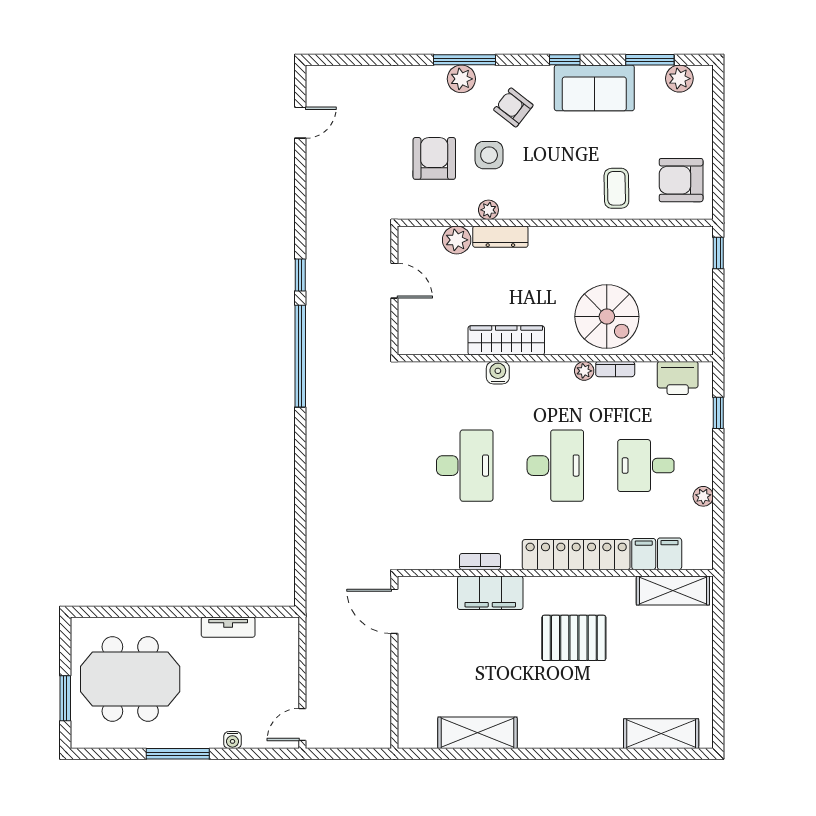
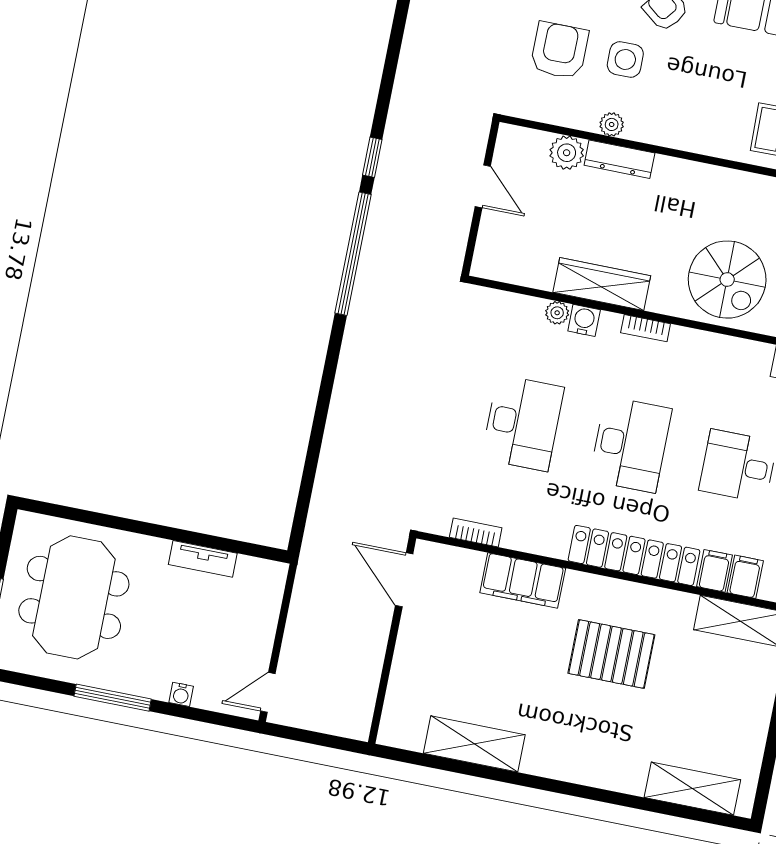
bookcase: (615, 369) -> (646, 328), moved
plant: (584, 371) -> (557, 313), moved
bookcase: (480, 562) -> (476, 532), moved
meeting table: (130, 679) -> (74, 597), turned 90

